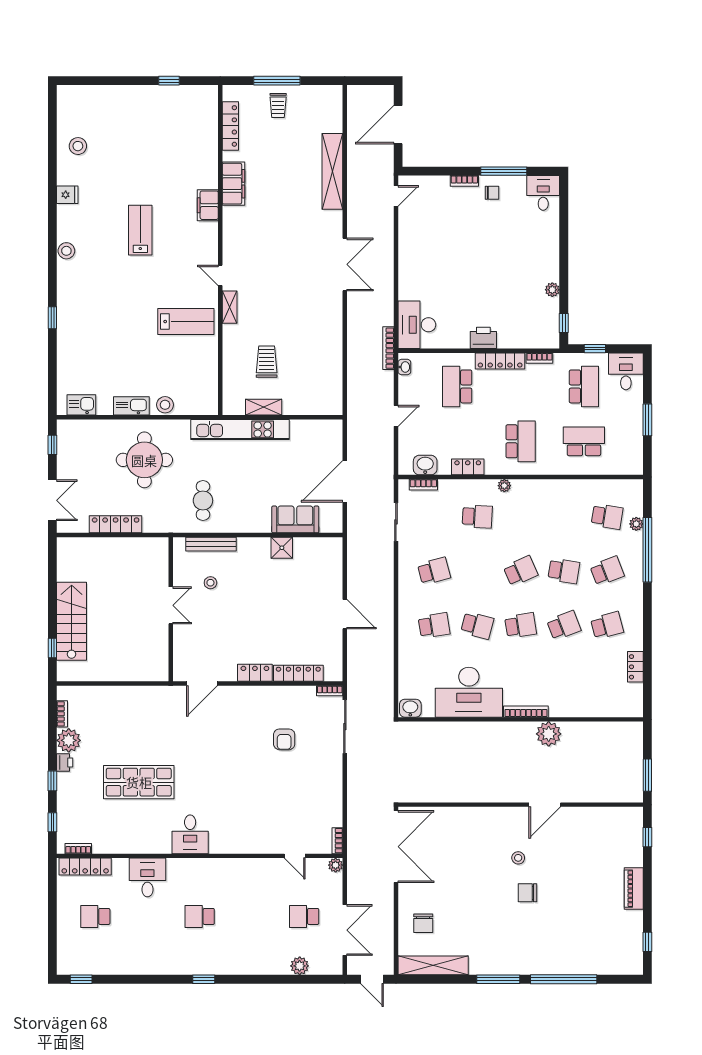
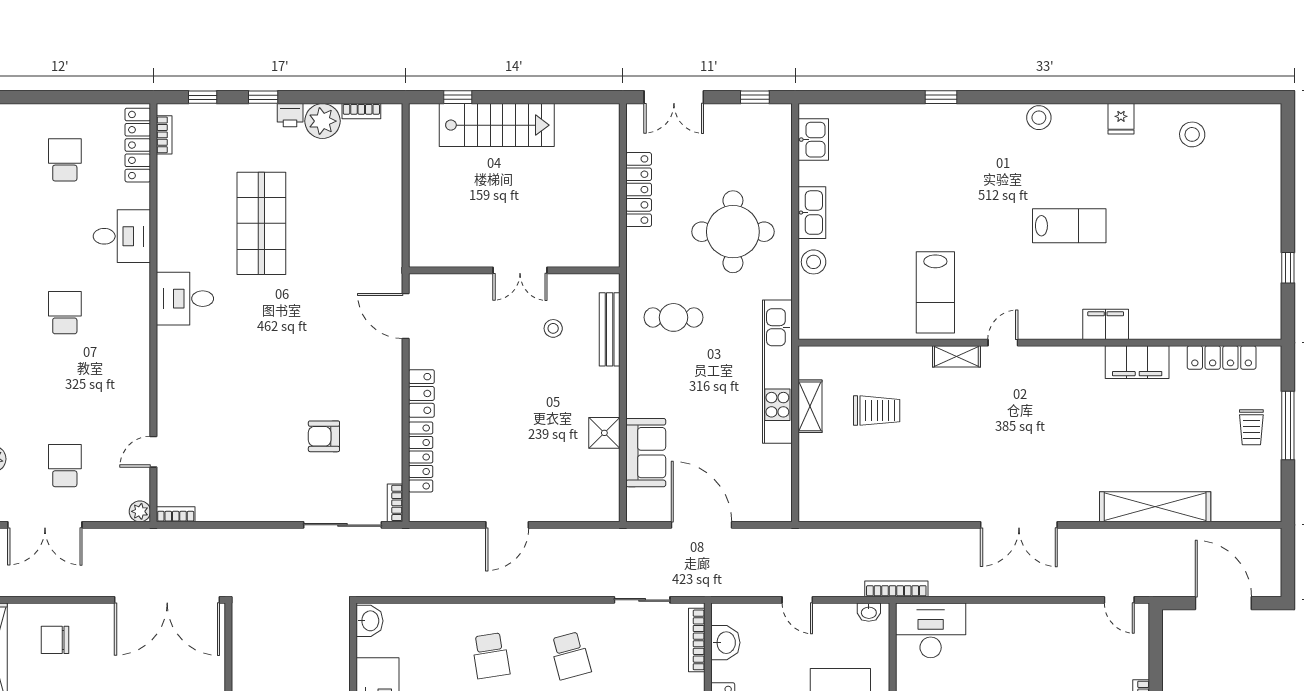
trolley: (278, 106) -> (1251, 427), turned -90
bookcase: (423, 485) -> (697, 640), width x1.56

